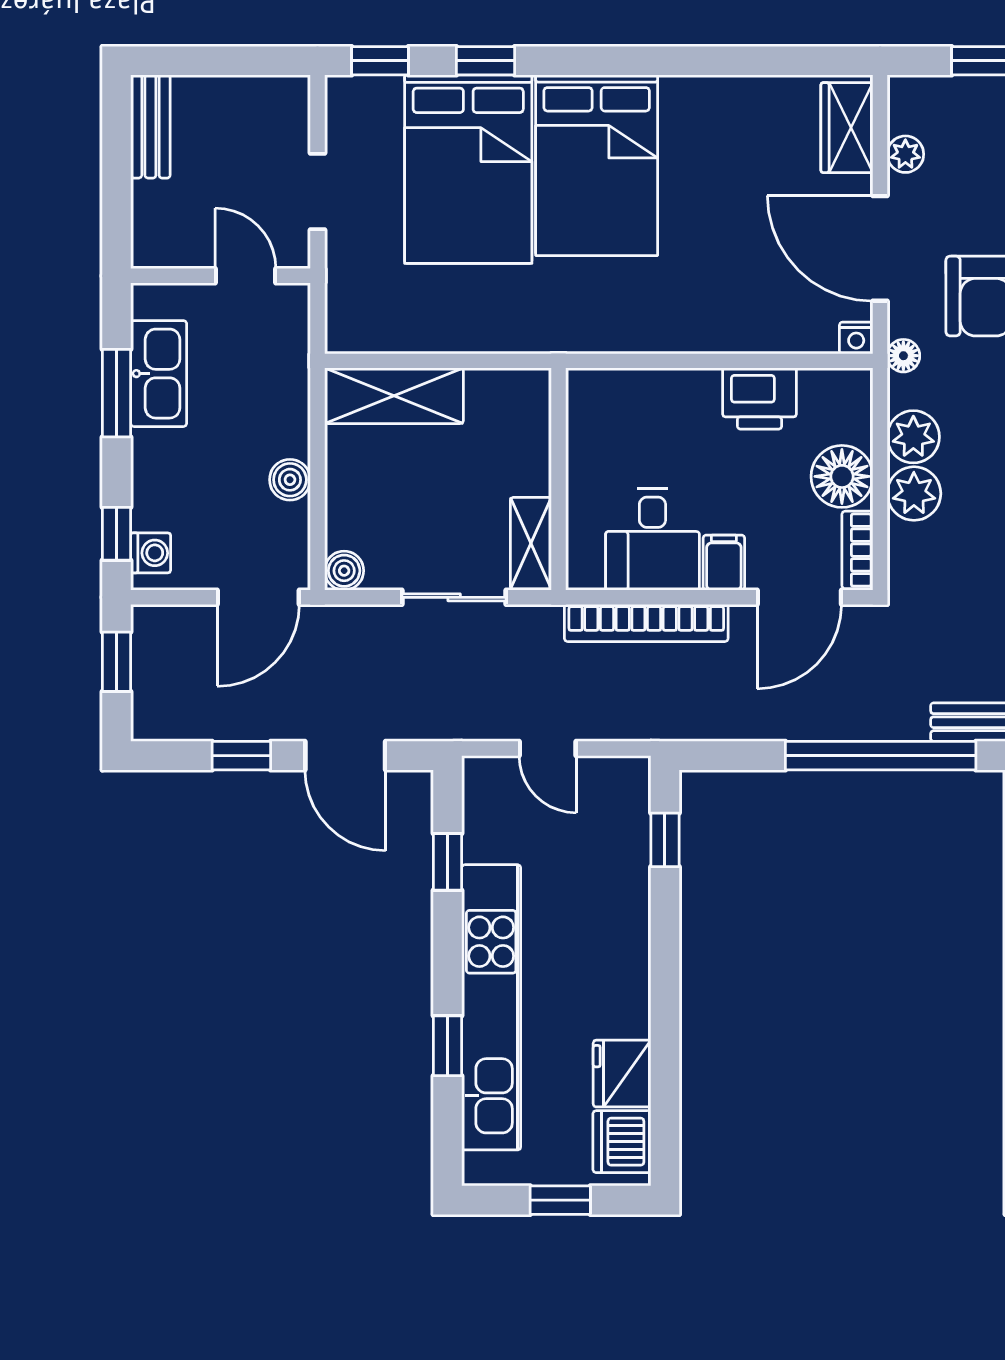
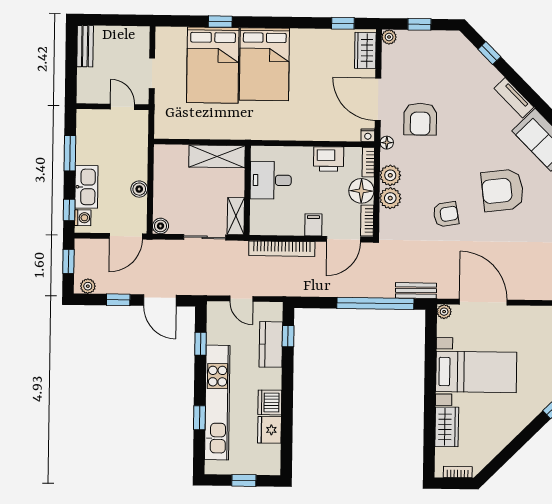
window: (380, 61) -> (343, 23), moved
plant: (905, 154) -> (389, 37), moved
kitchen sink: (159, 374) -> (86, 187), moved
shelving: (394, 396) -> (217, 156), moved
bookcase: (858, 405) -> (368, 162), added
desk: (652, 540) -> (271, 180), moved, turned 90
plant: (166, 723) -> (88, 286), added
kitchen counter: (622, 861) -> (271, 344), added
dishwasher: (622, 1142) -> (270, 402), moved

